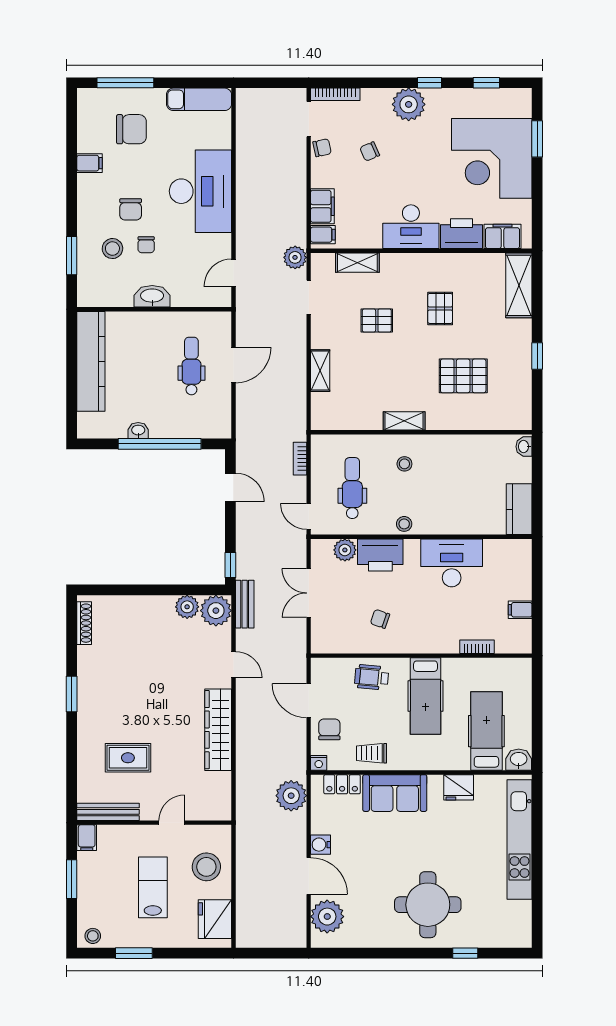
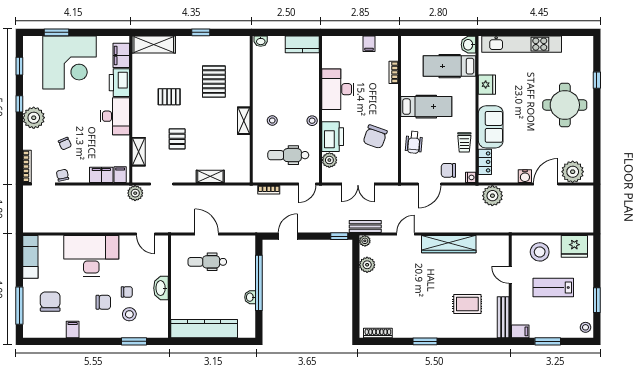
plant: (216, 611) -> (365, 241), width x0.53, depth x0.53
chair: (380, 619) -> (375, 137), width x1.87, depth x1.87
rug: (128, 758) -> (467, 304), turned 90

